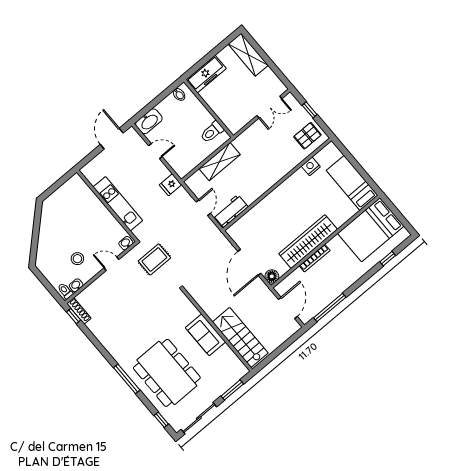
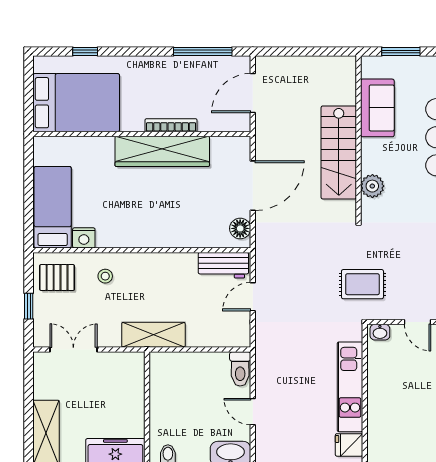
toilet: (212, 132) -> (240, 369), moved, turned 90
stool: (284, 156) -> (105, 276), added
shelving: (220, 162) -> (153, 335), moved
bed: (352, 183) -> (53, 207), moved, turned 180
fridge: (171, 185) -> (349, 445), moved, turned 180
floor lamp: (272, 276) -> (240, 228), moved
plant: (190, 312) -> (372, 186), added
sofa: (205, 335) -> (377, 108), moved
stairs: (240, 337) -> (339, 152), moved

